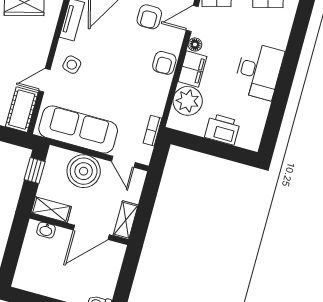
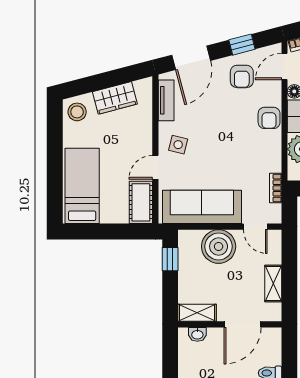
shelving: (51, 210) -> (197, 313), moved
wall: (79, 229) -> (230, 324), moved
washbasin: (46, 230) -> (197, 334), moved
door: (91, 232) -> (243, 324), moved

